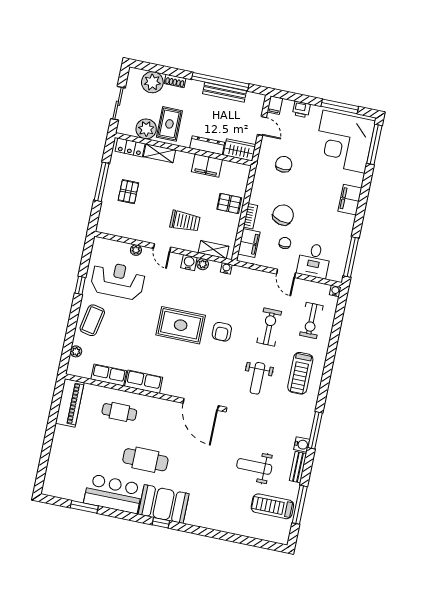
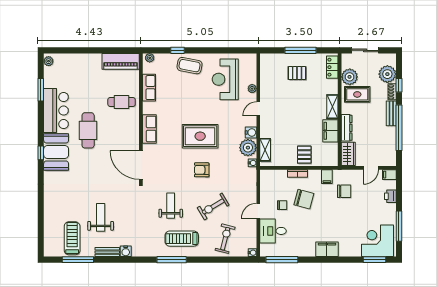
window: (169, 71) -> (399, 85), added
bench: (224, 92) -> (391, 113), moved, width x0.73
corner desk: (344, 142) -> (378, 241), width x0.74, depth x0.74
window: (374, 144) -> (375, 260), width x0.69
shelving: (160, 153) -> (332, 107), moved
trolley: (185, 221) -> (283, 123), removed
filing cabinet: (249, 243) -> (327, 177), moved, width x0.50
plant: (203, 264) -> (248, 148), width x1.88, depth x1.88
reception desk: (118, 280) -> (225, 79), turned 180
window: (80, 285) -> (178, 50), moved
exercise bike: (311, 321) -> (225, 239), turned 104
rug: (181, 325) -> (200, 136), turned 90
exercise bike: (269, 327) -> (213, 206), turned 149
plant: (76, 351) -> (150, 58), moved
weight bench: (257, 378) -> (171, 206), turned 90
row of seats: (144, 382) -> (149, 129), moved
door: (201, 404) -> (141, 165), hinge flipped
cafe table: (119, 412) -> (122, 102), turned 90
window: (315, 430) -> (172, 260), moved
plant: (51, 490) -> (49, 61), added

